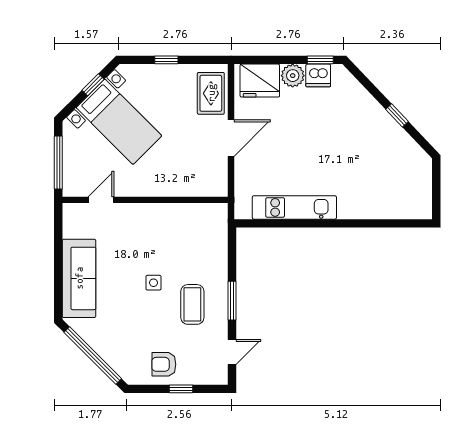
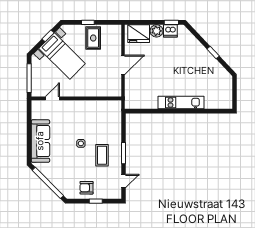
rug: (211, 93) -> (93, 38), moved
kitchen unit: (294, 207) -> (181, 103), moved

